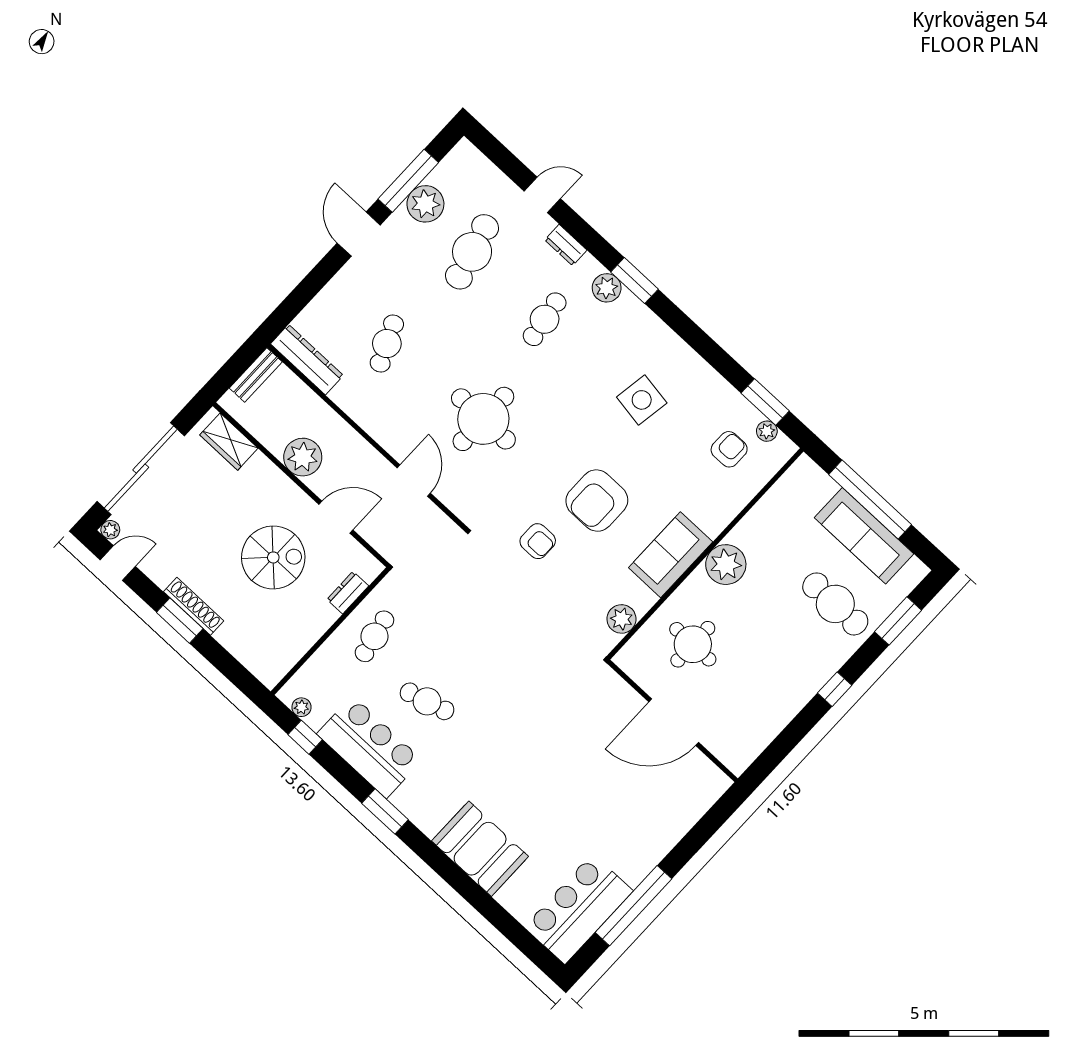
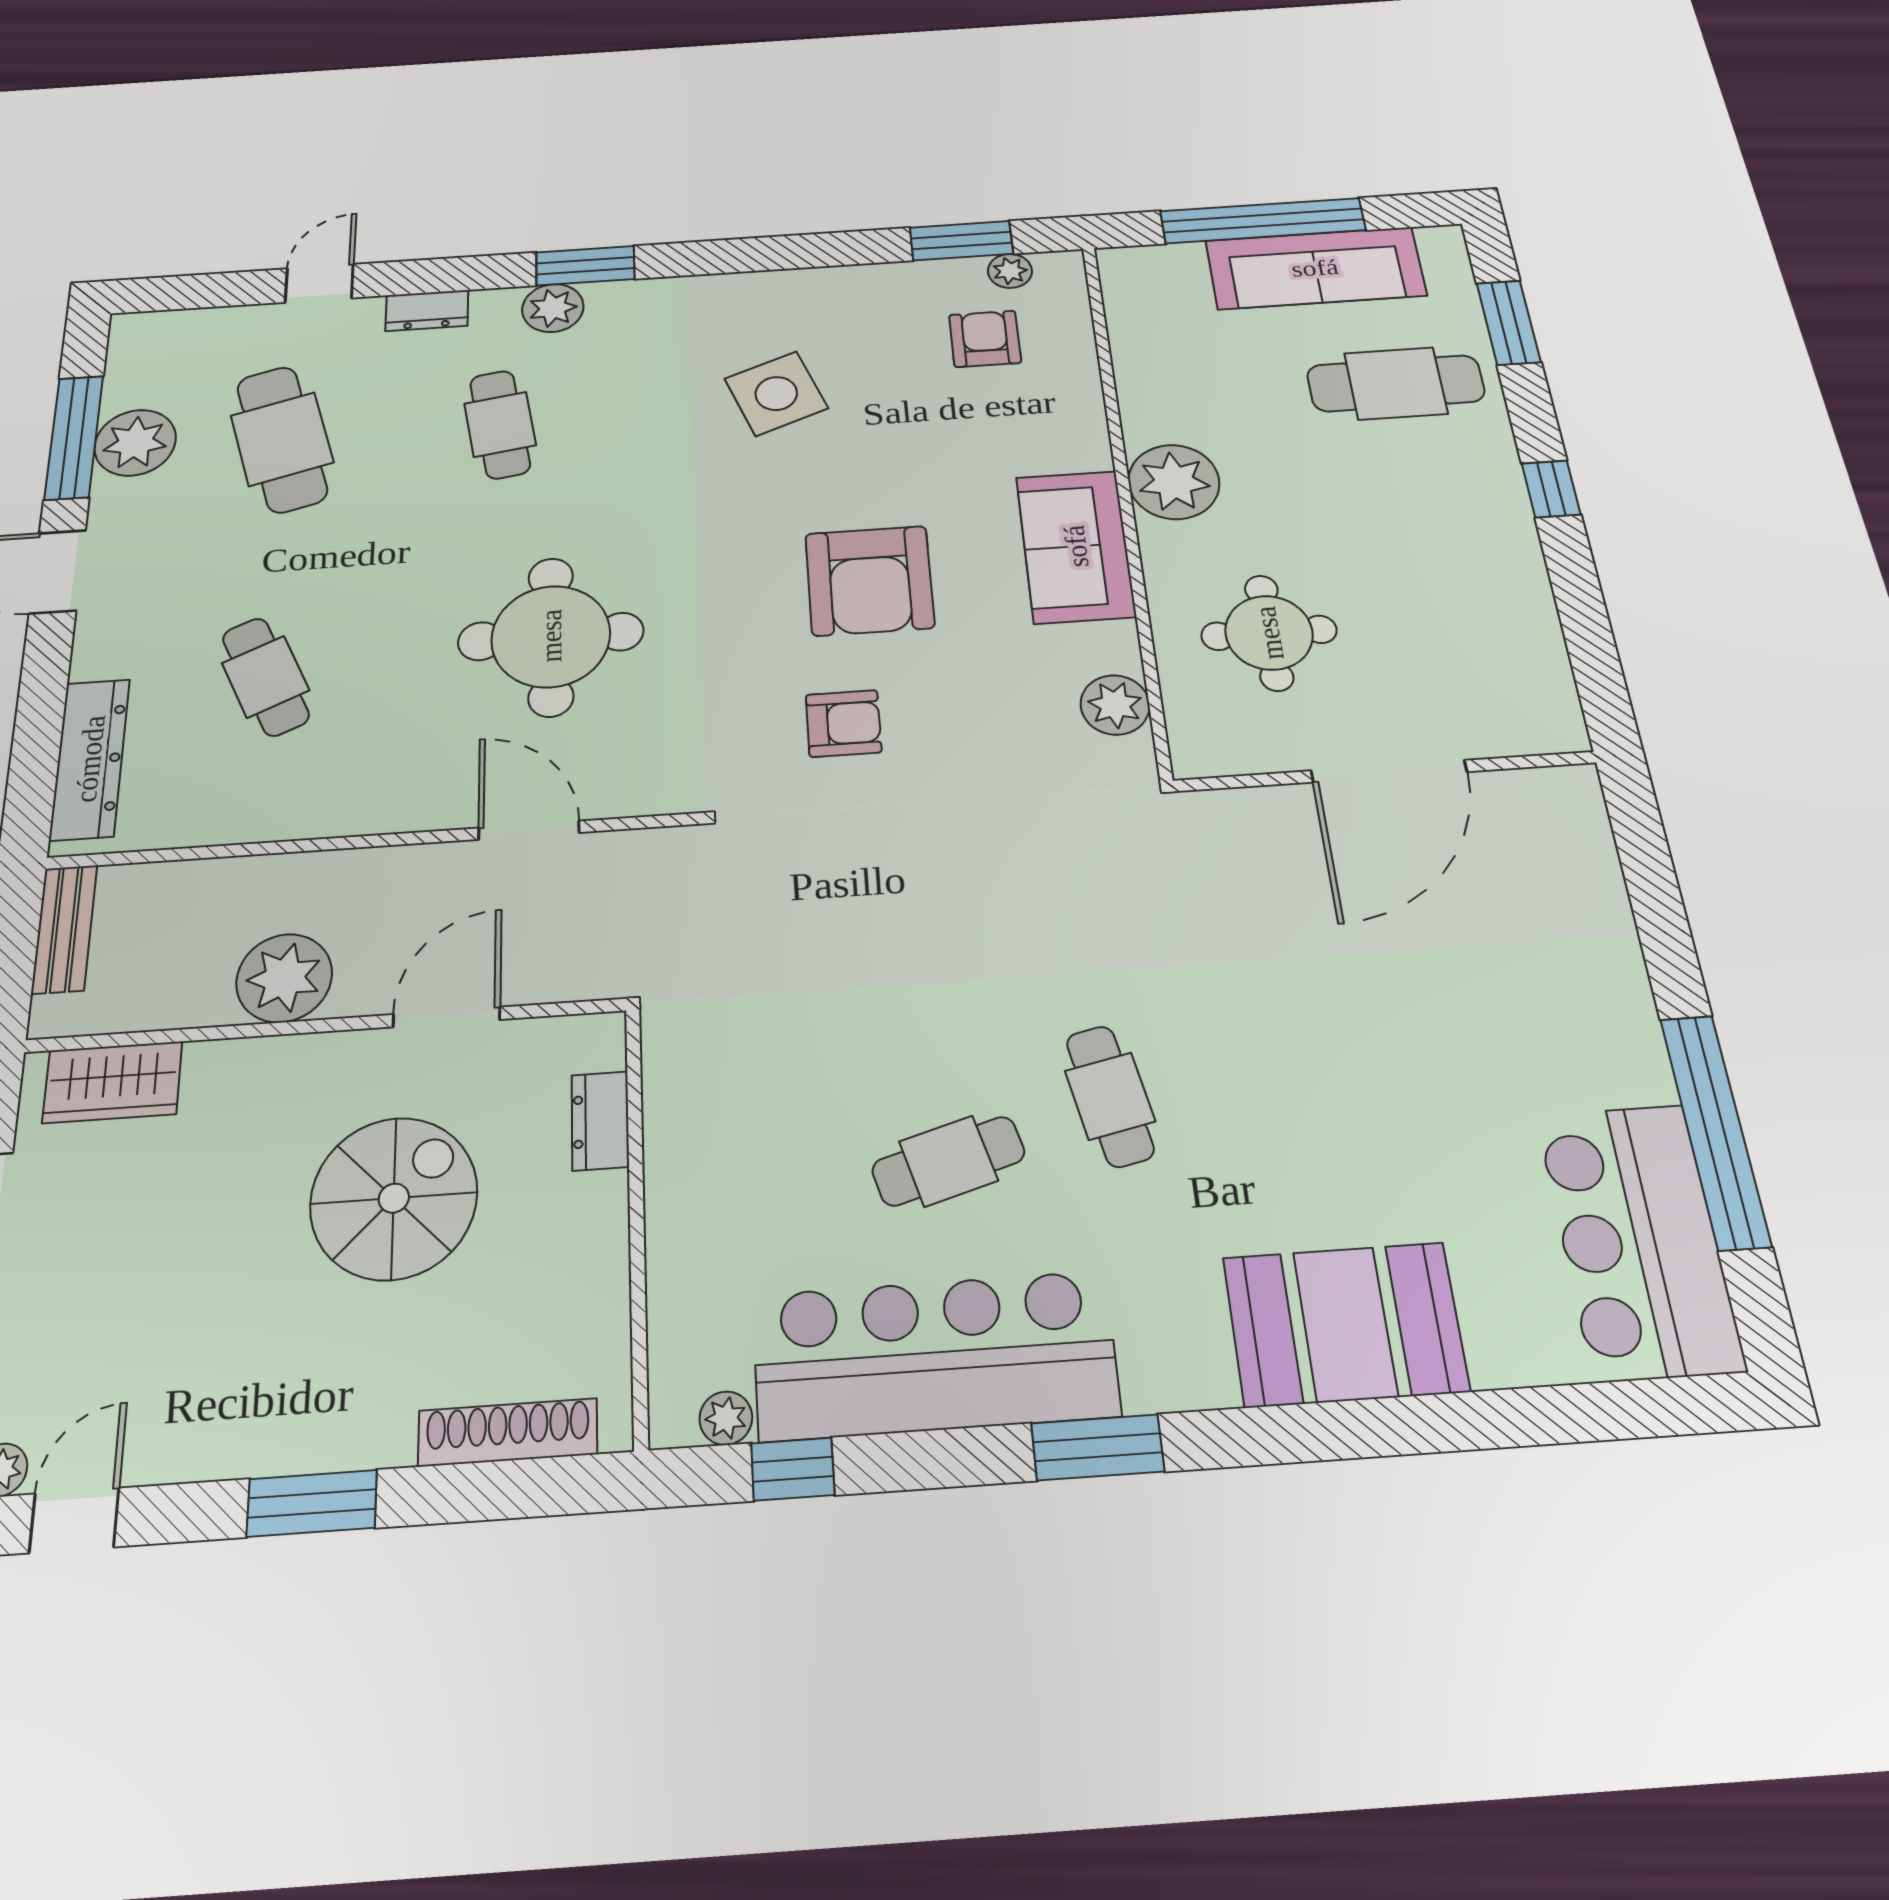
dresser: (307, 360) -> (90, 759), moved, turned 90
side table: (642, 400) -> (776, 394), turned -30
shoe rack: (194, 606) -> (508, 1432), moved
cafe table: (374, 636) -> (1110, 1096), moved
bar counter: (369, 747) -> (935, 1355), width x1.36

